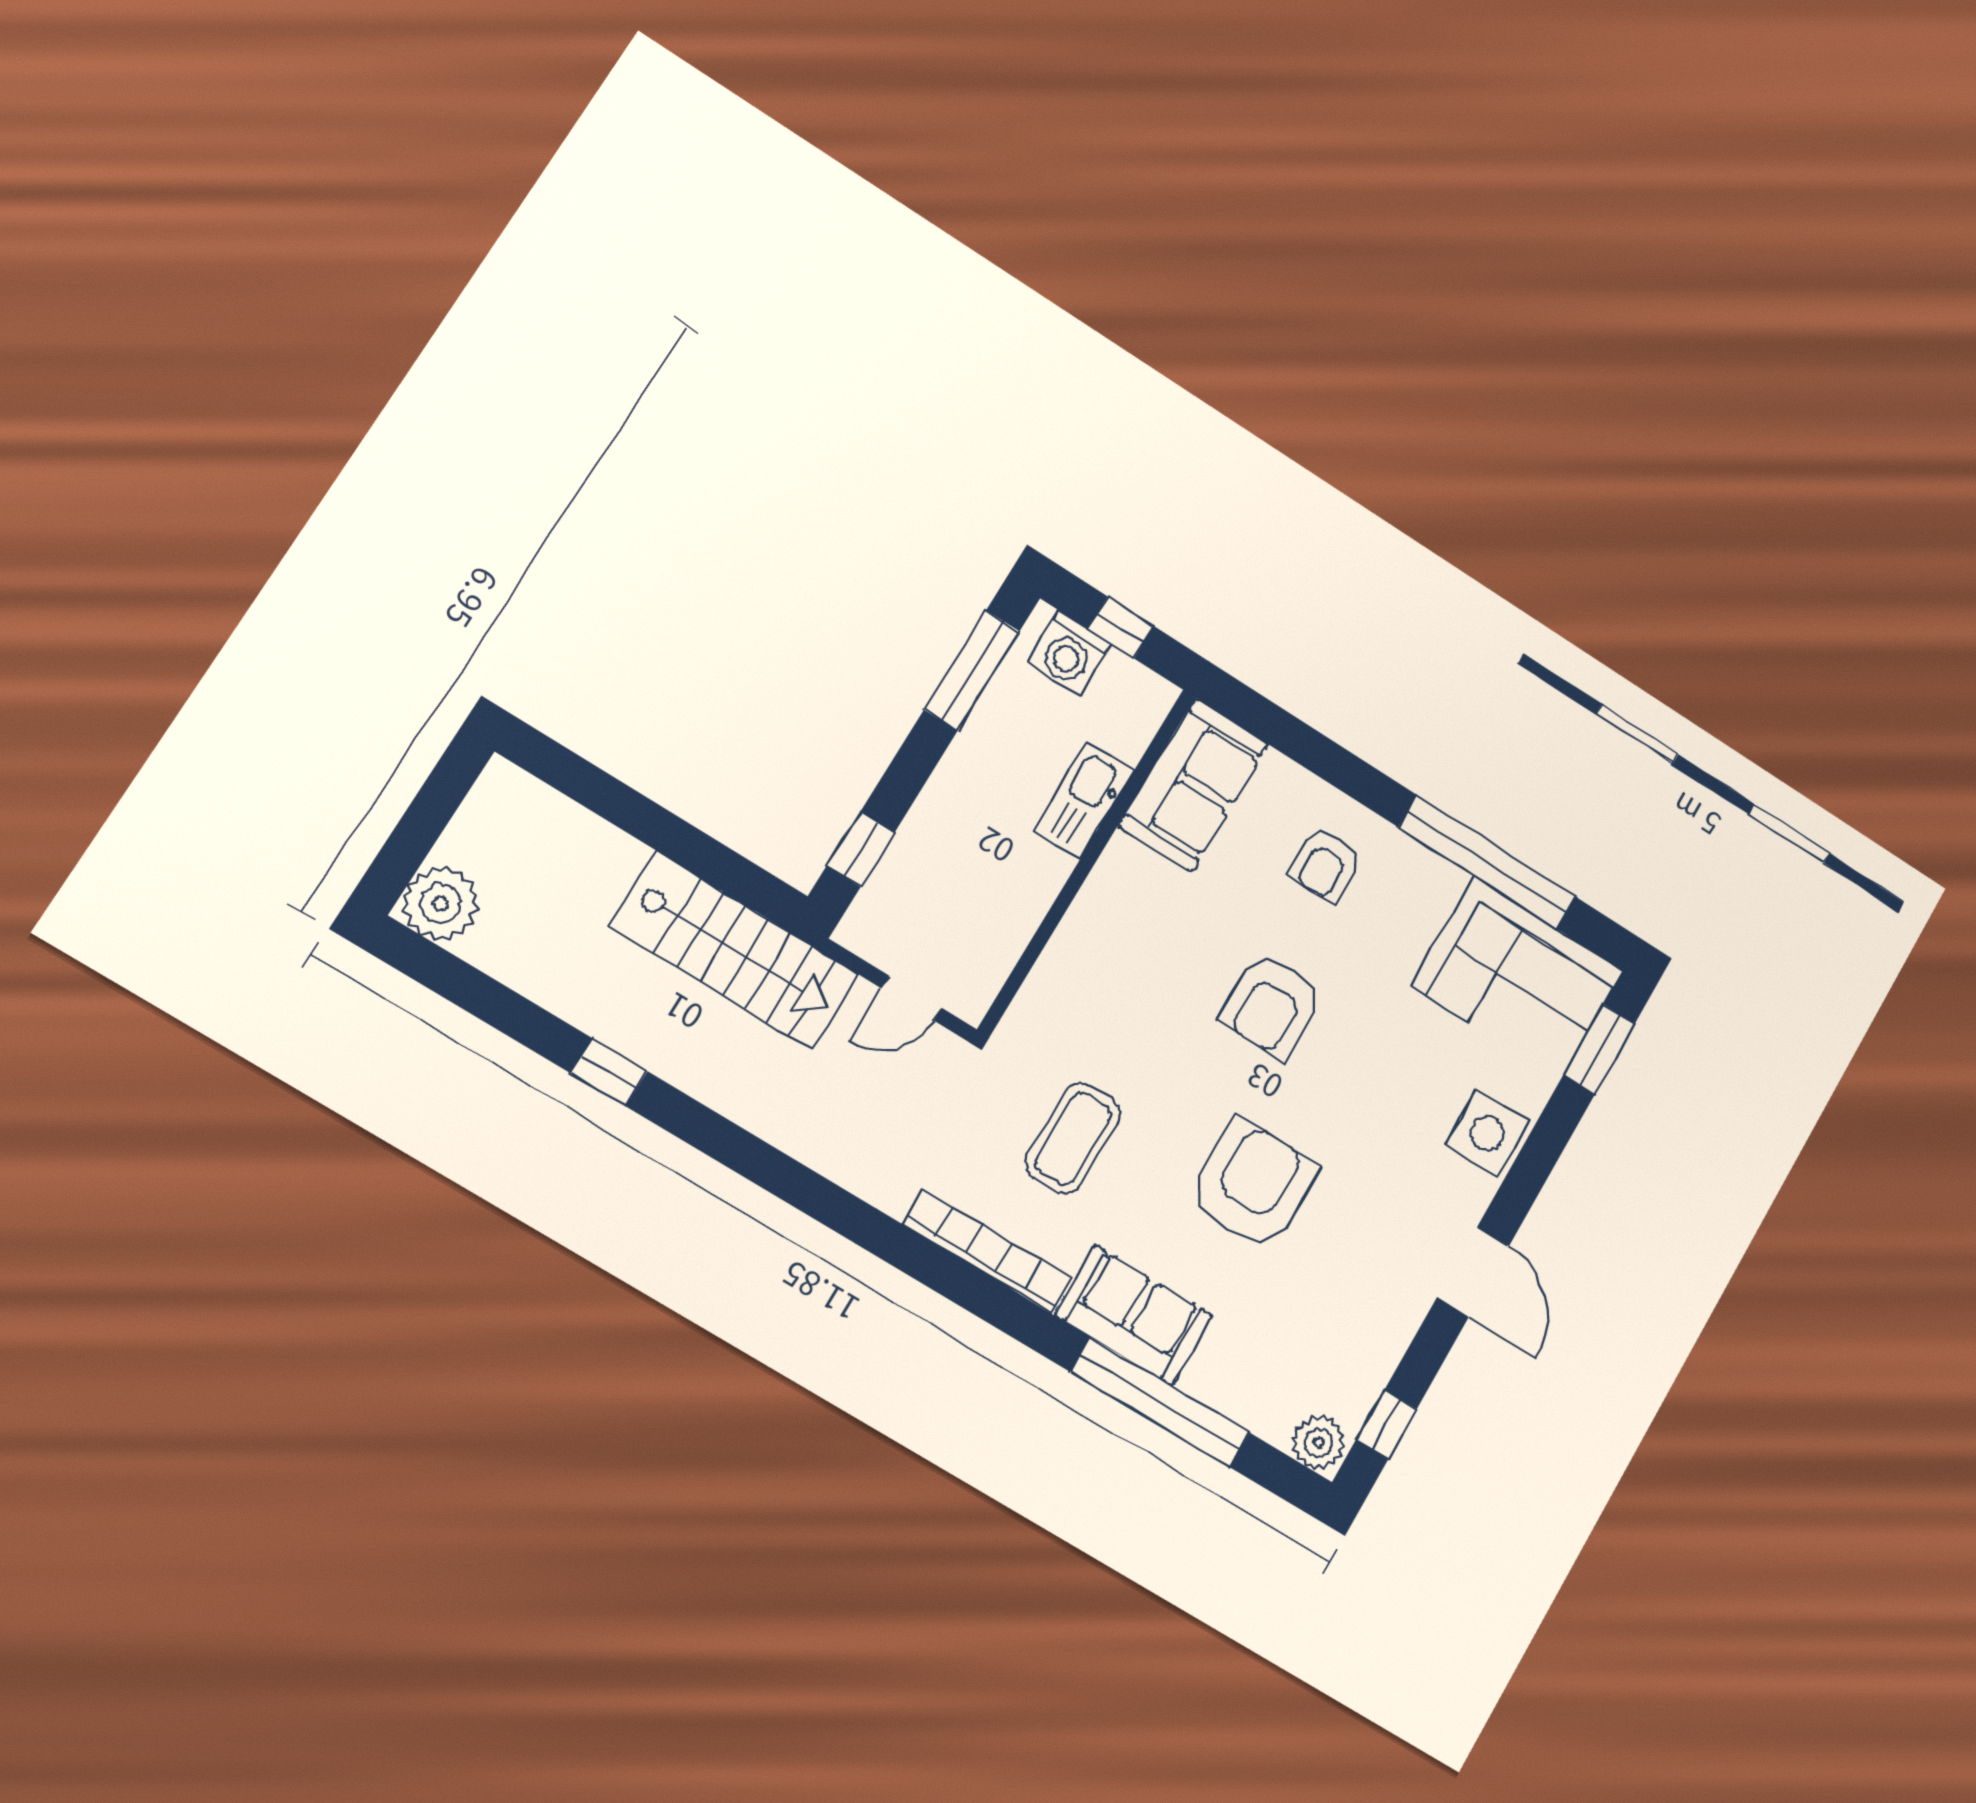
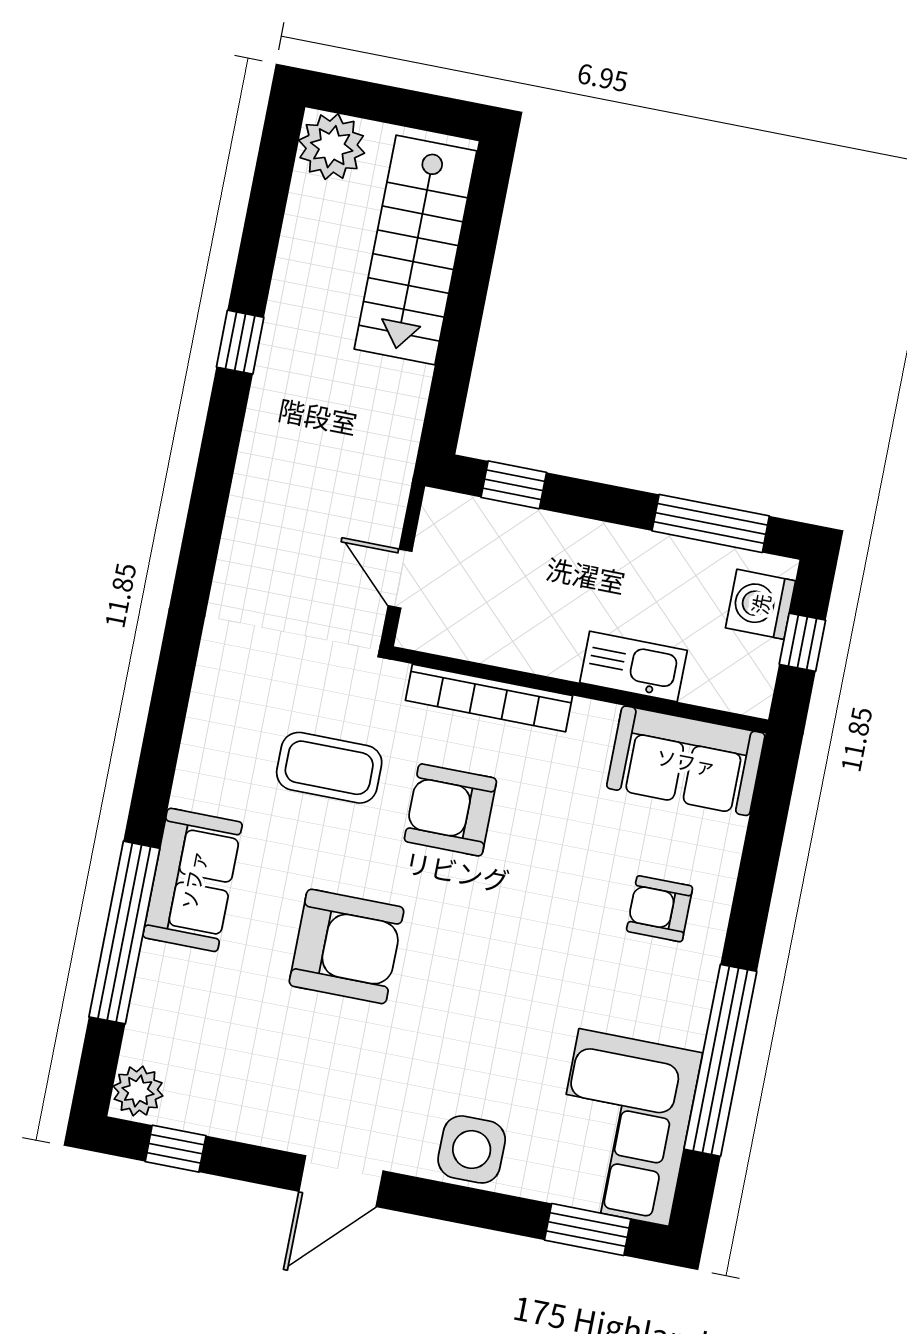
stairs: (734, 950) -> (415, 250), moved
armchair: (1272, 1006) -> (450, 810), moved
bookcase: (987, 1252) -> (489, 698), moved, turned 90

